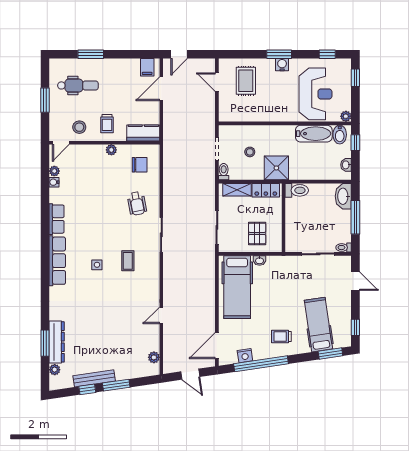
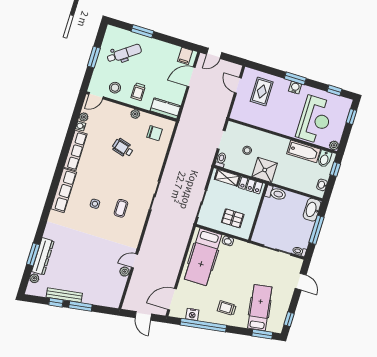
dental chair: (78, 85) -> (124, 53), turned -36
wheelchair: (137, 203) -> (123, 148), moved, turned 117
row of seats: (57, 219) -> (75, 151), width x1.48
pallet: (257, 233) -> (233, 218), turned 90
plant: (154, 357) -> (125, 272), moved

